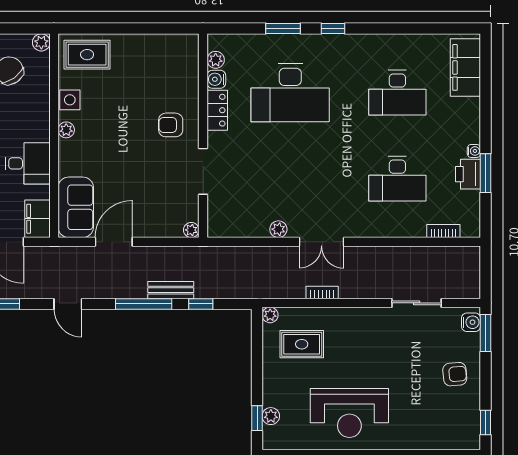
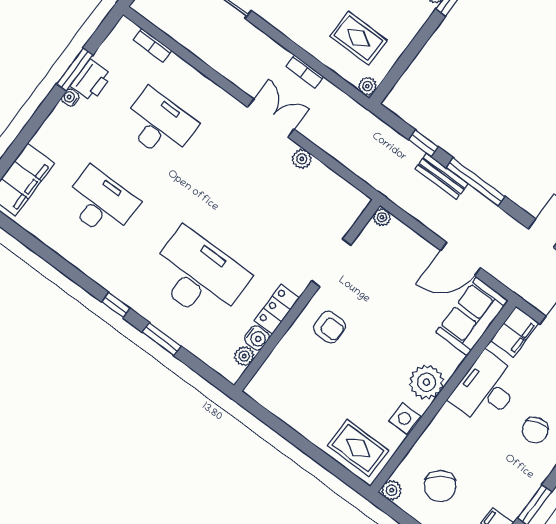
plant: (66, 130) -> (426, 382), width x1.88, depth x1.88
desk: (28, 163) -> (486, 389), width x1.37

